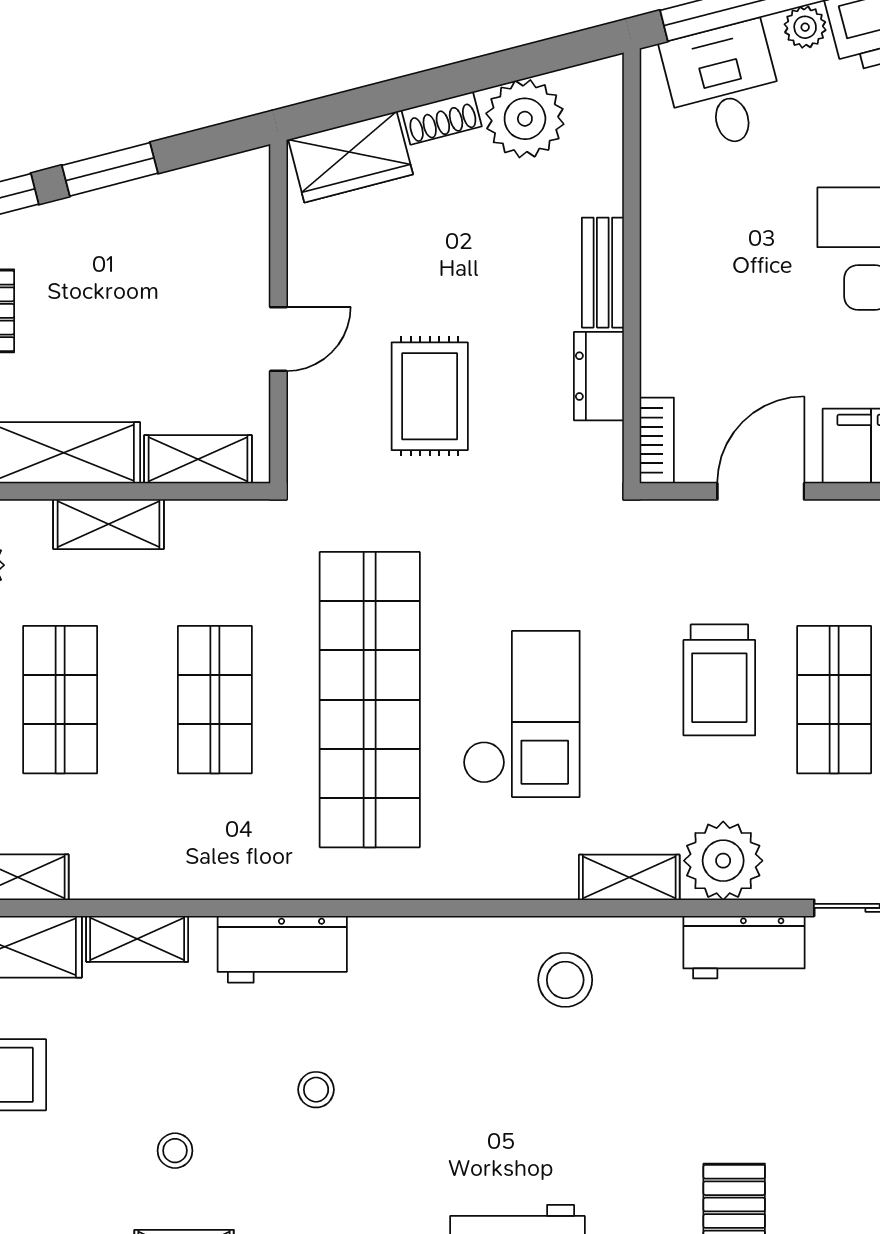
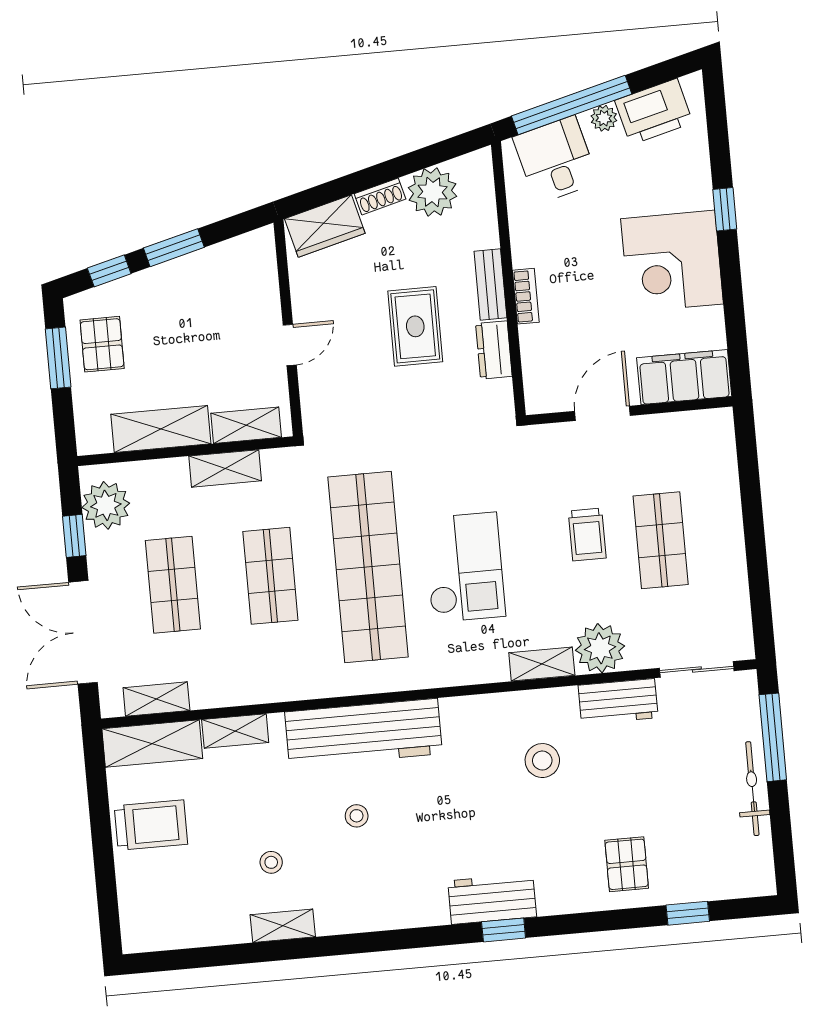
rug: (430, 396) -> (415, 326), moved
bookcase: (657, 440) -> (526, 296), moved
shelving: (109, 524) -> (225, 468), moved
trolley: (719, 680) -> (587, 534), width x0.73, depth x0.72
workbench: (282, 949) -> (363, 733), width x1.88, depth x1.32
stool: (565, 980) -> (542, 761), moved

